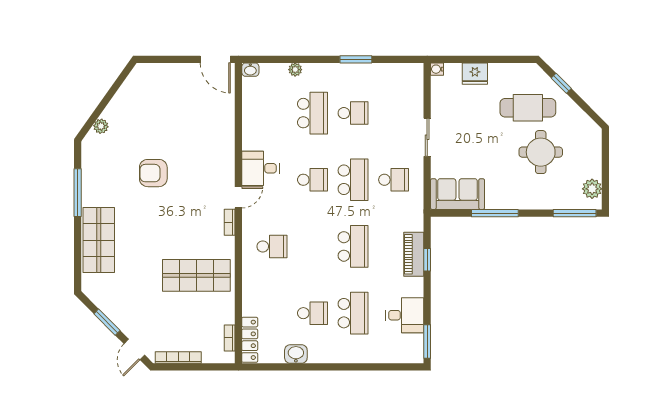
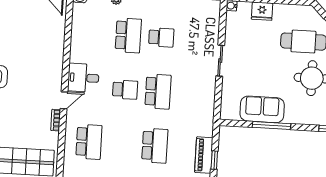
school desk: (394, 180) -> (191, 94), removed
sofa: (457, 194) -> (262, 109), moved
school desk: (272, 246) -> (89, 142), width x1.85

